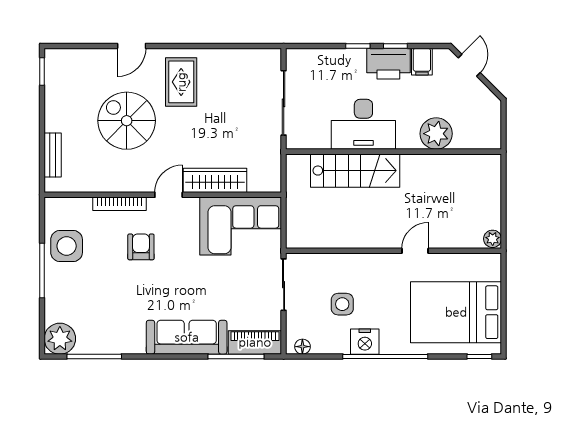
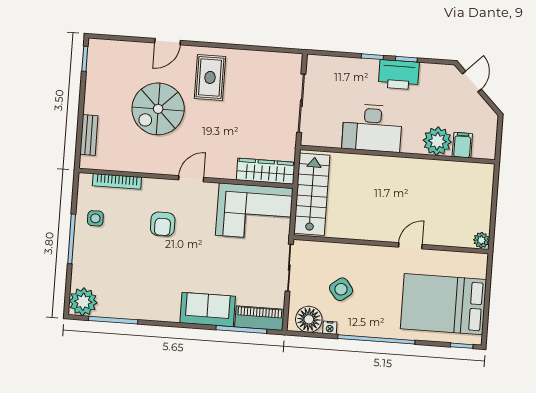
filing cabinet: (422, 62) -> (462, 145), moved, turned 180
spiral stairs: (127, 121) -> (158, 109), turned -90
stairs: (355, 171) -> (312, 194), moved, turned -90
wardrobe: (215, 180) -> (266, 171), moved
bookcase: (119, 204) -> (117, 181), moved
side table: (67, 246) -> (95, 218), width x0.54, depth x0.54
armchair: (141, 247) -> (163, 224), turned 180
side table: (342, 304) -> (341, 289), turned -38
sofa: (187, 337) -> (208, 310), width x0.73
nightstand: (365, 342) -> (330, 328), moved, width x0.53, depth x0.56
floor lamp: (302, 347) -> (309, 319), width x1.89, depth x1.89

